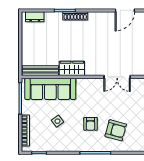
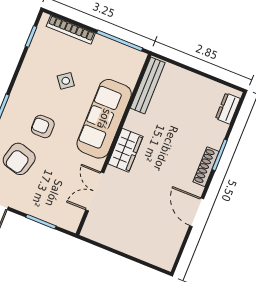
door: (125, 10) -> (197, 212), moved
wardrobe: (72, 68) -> (125, 150), moved
sofa: (50, 89) -> (104, 119), moved

